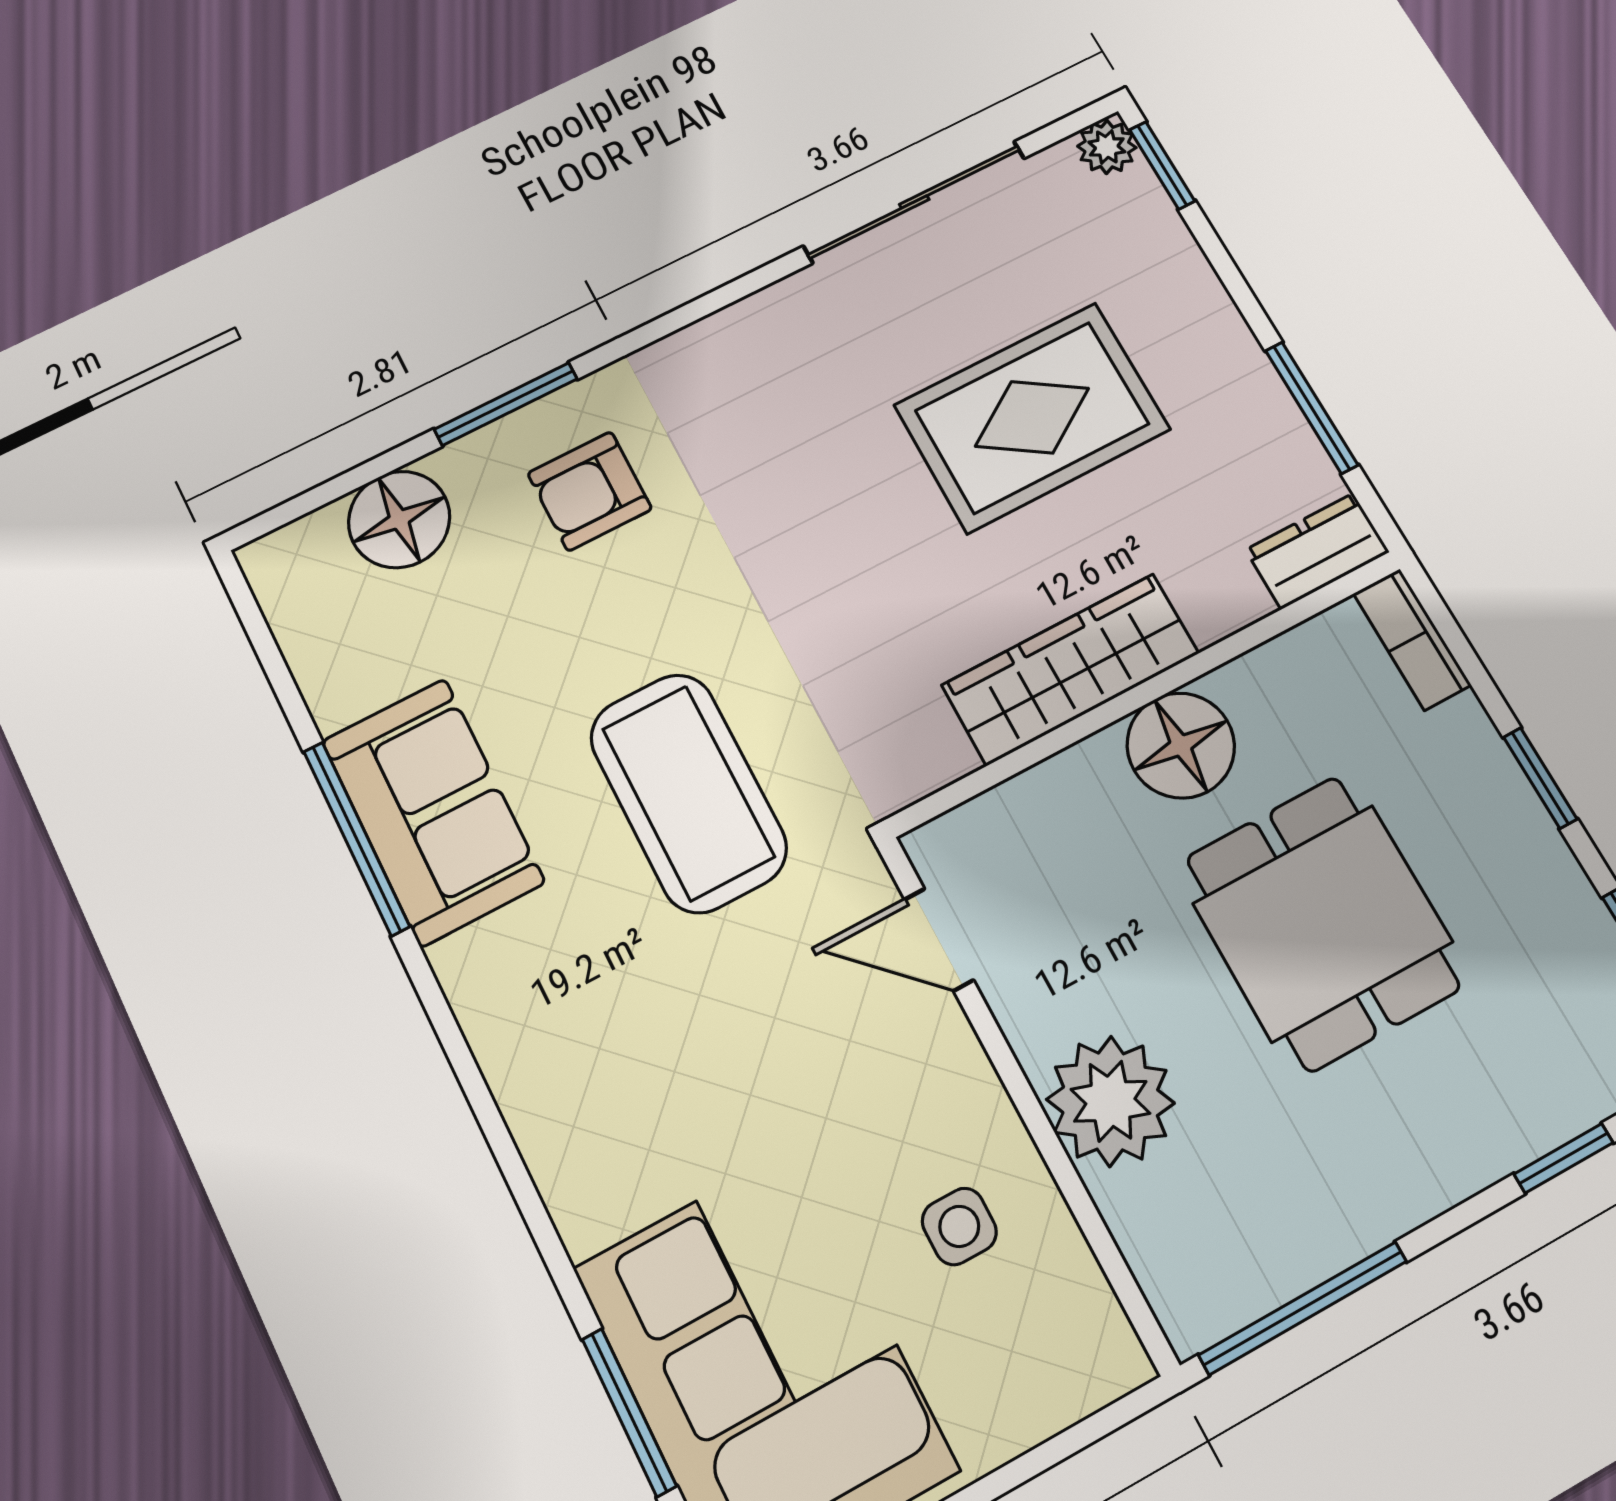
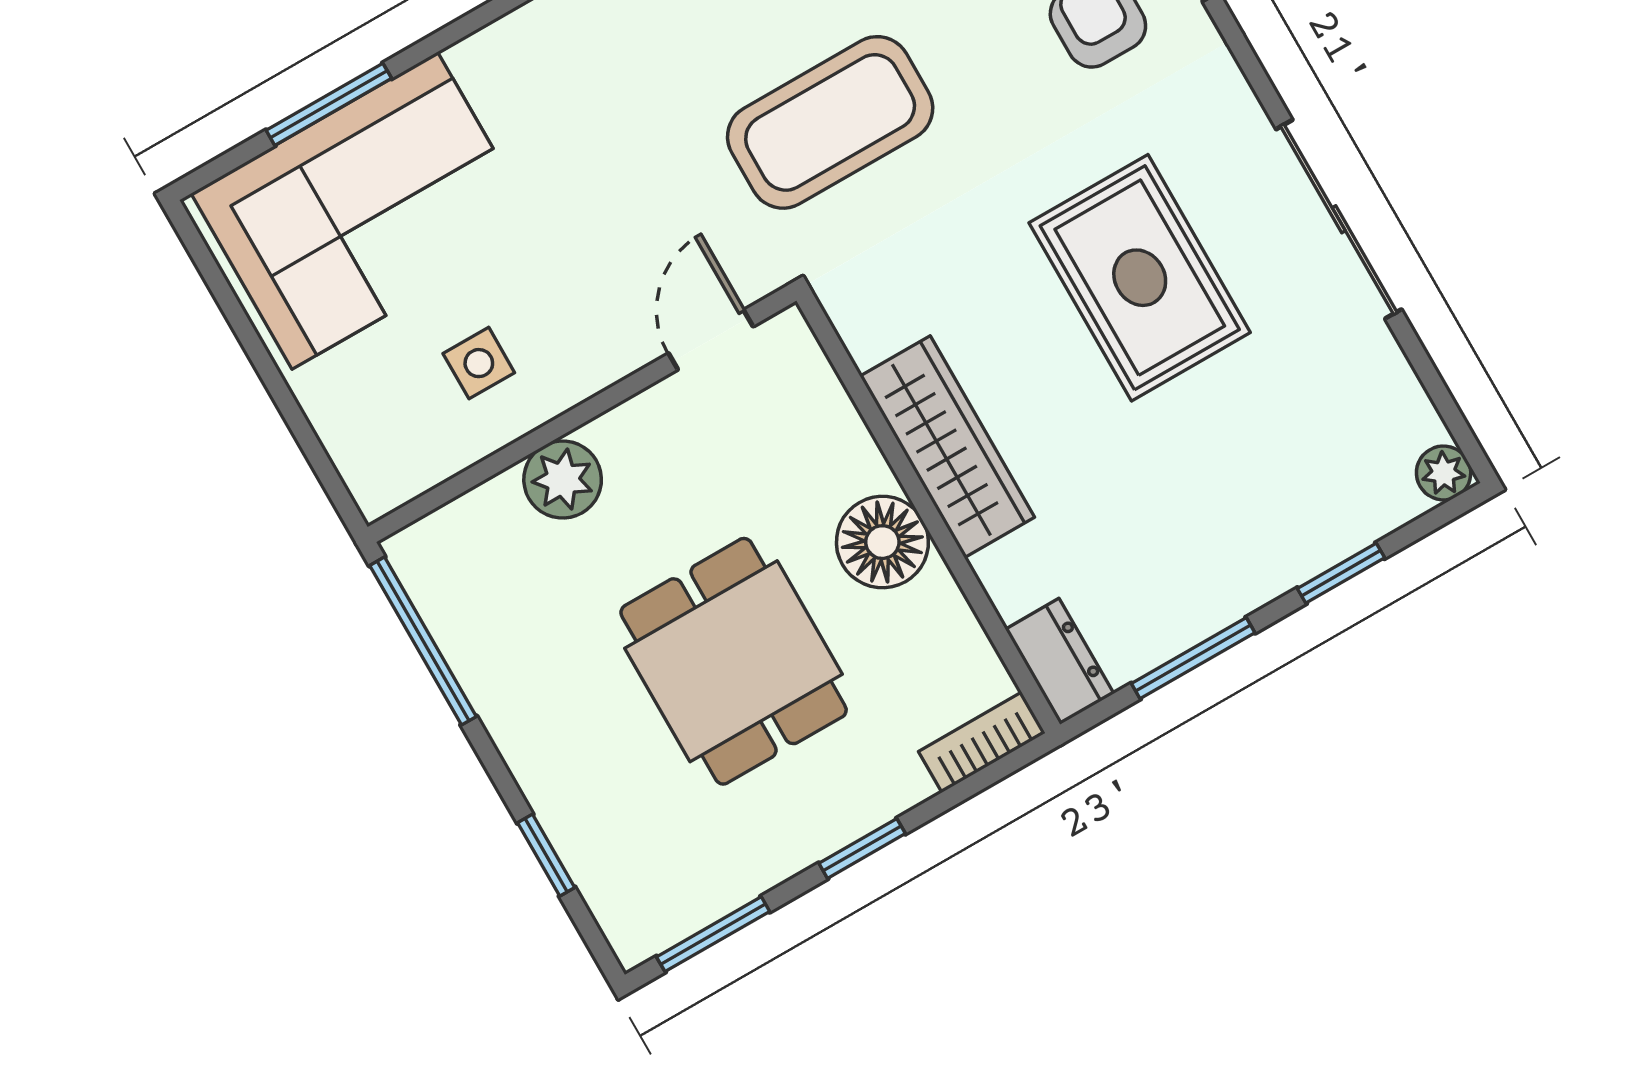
window: (1162, 165) -> (1341, 573), moved
sliding door: (914, 202) -> (1339, 219), moved
rug: (1032, 417) -> (1140, 278), moved
dining table: (1323, 923) -> (734, 661), turned 90
plant: (1110, 1101) -> (563, 480), width x0.73, depth x0.73

